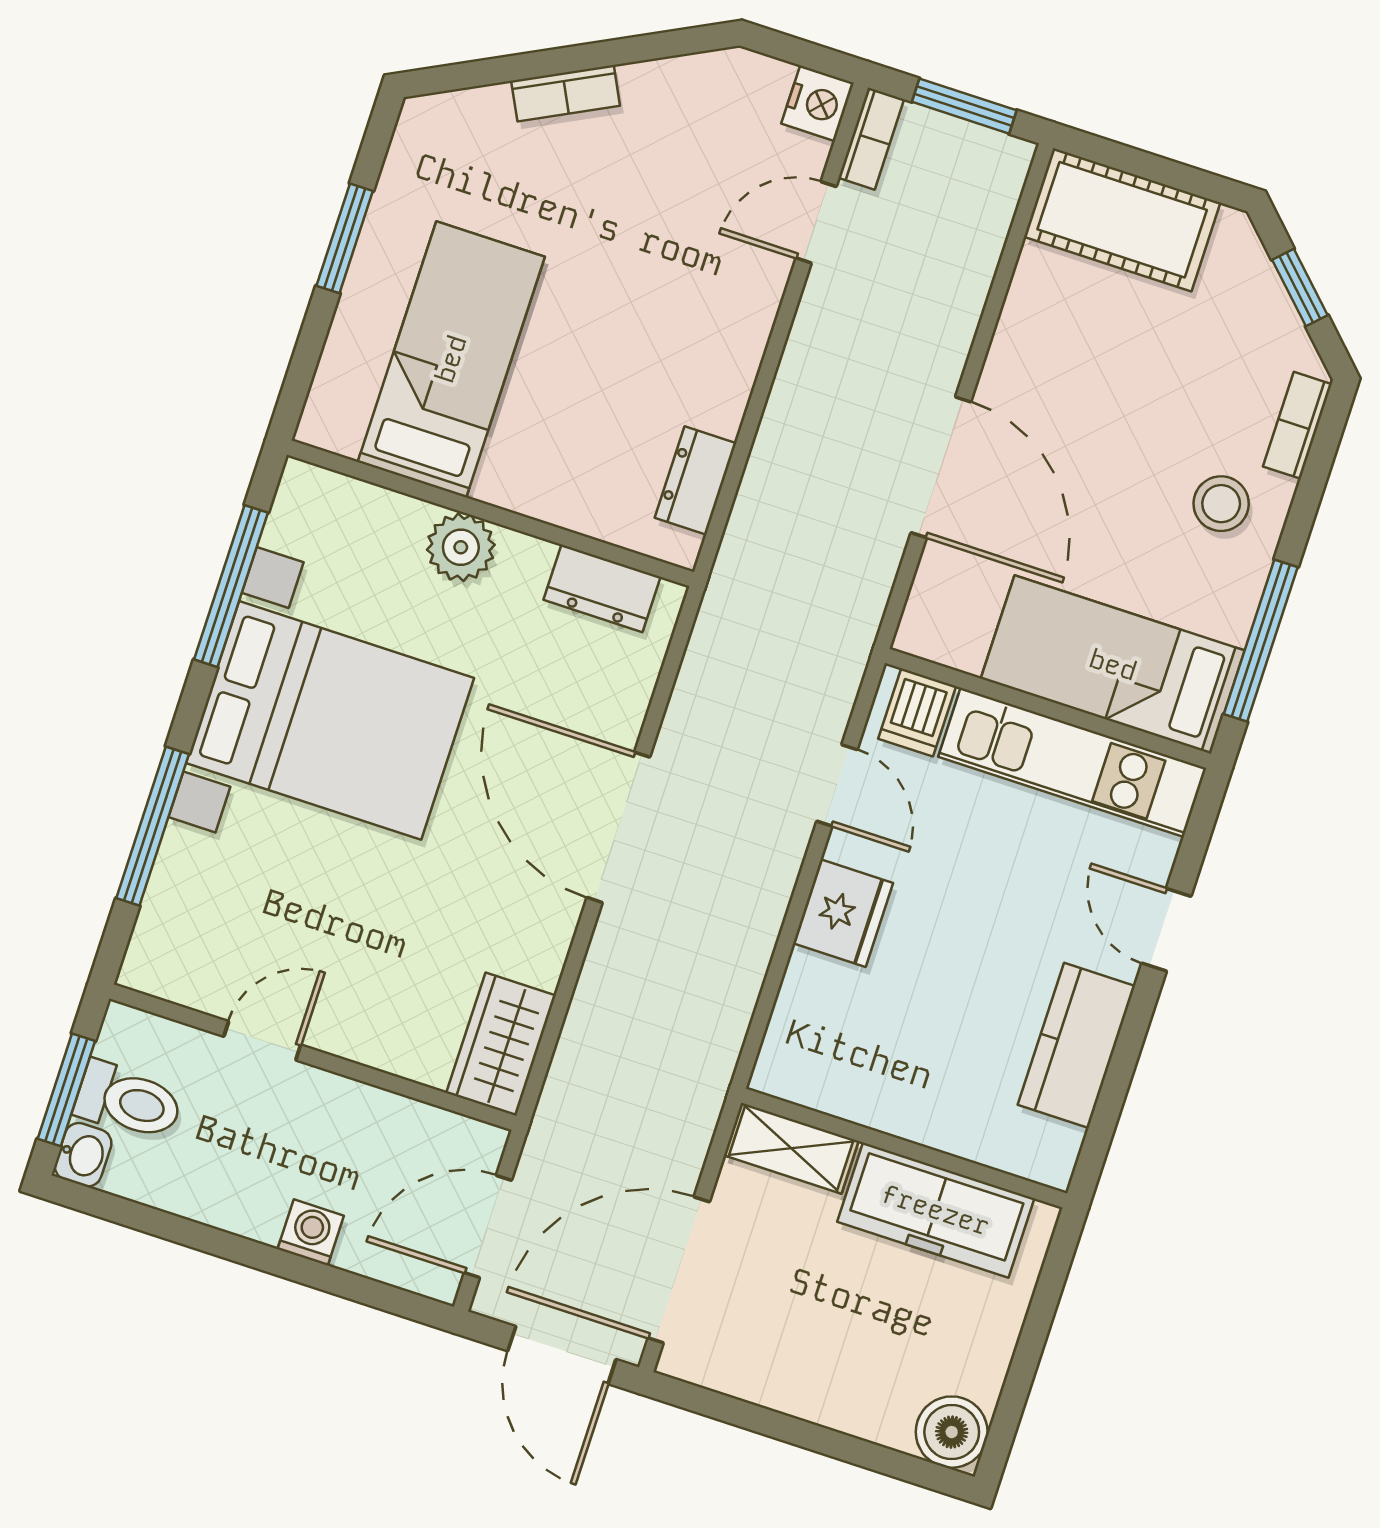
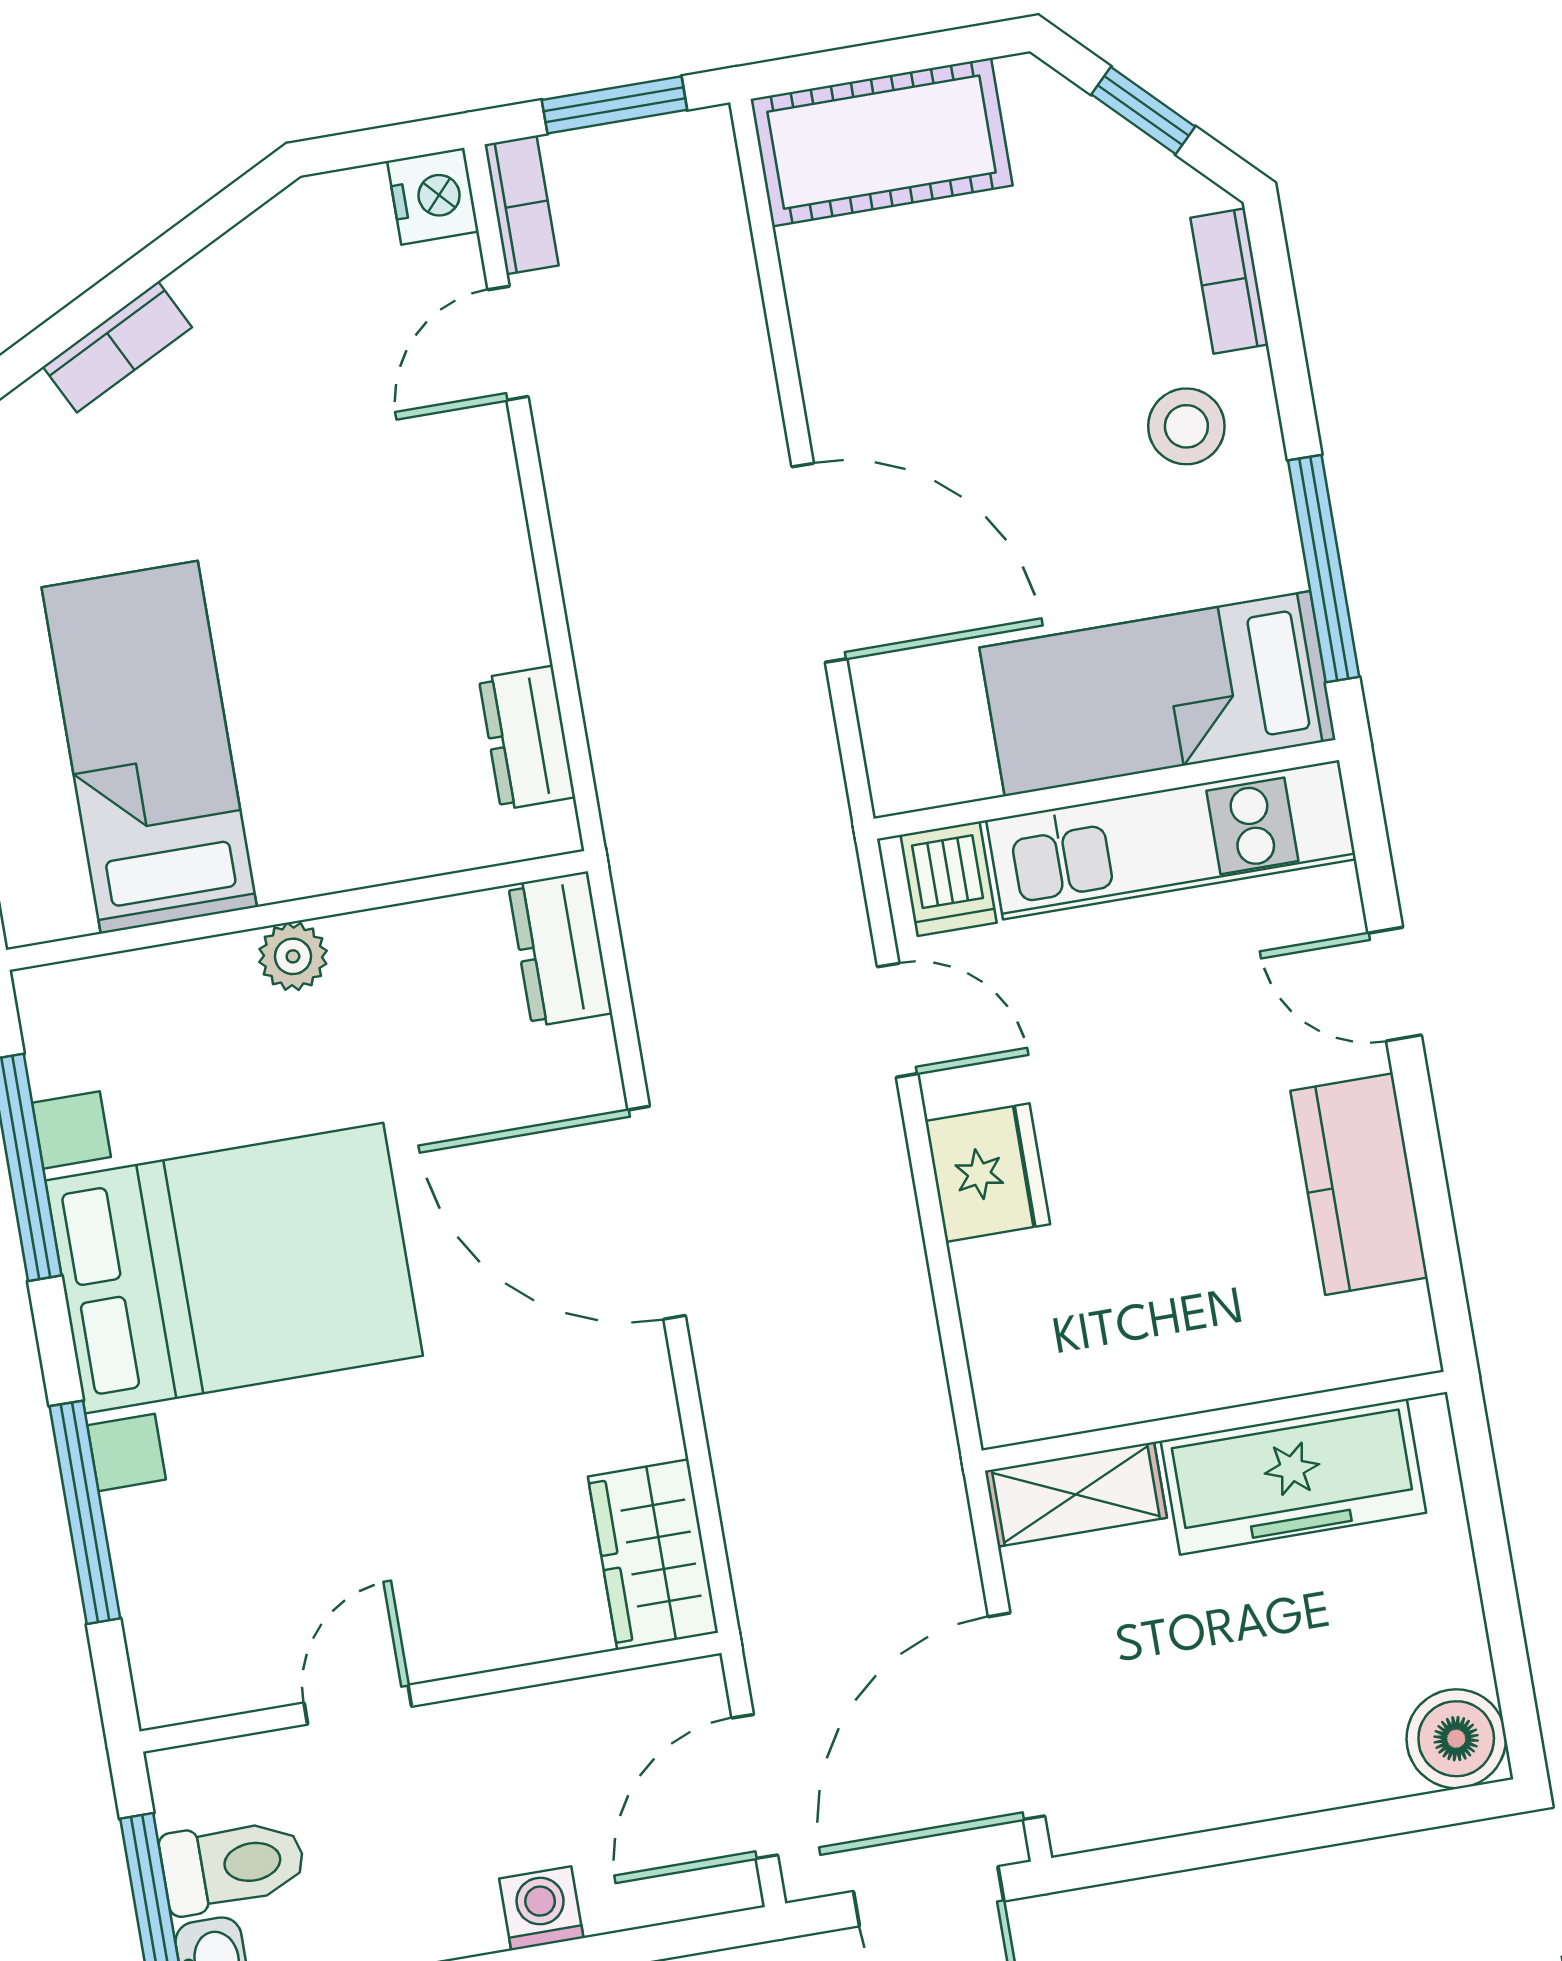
plant: (461, 547) -> (293, 956), width x0.73, depth x0.73
dresser: (602, 588) -> (560, 949), moved, turned 90

